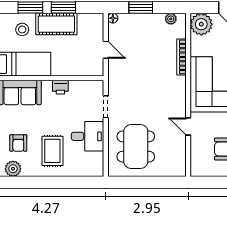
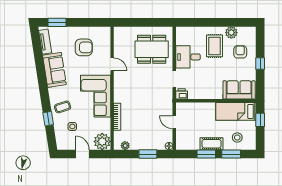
cot: (56, 24) -> (212, 144), width x0.73, depth x0.75
printer: (60, 87) -> (182, 94), moved
dining table: (136, 147) -> (152, 49), turned 90
plant: (13, 169) -> (231, 33), moved

